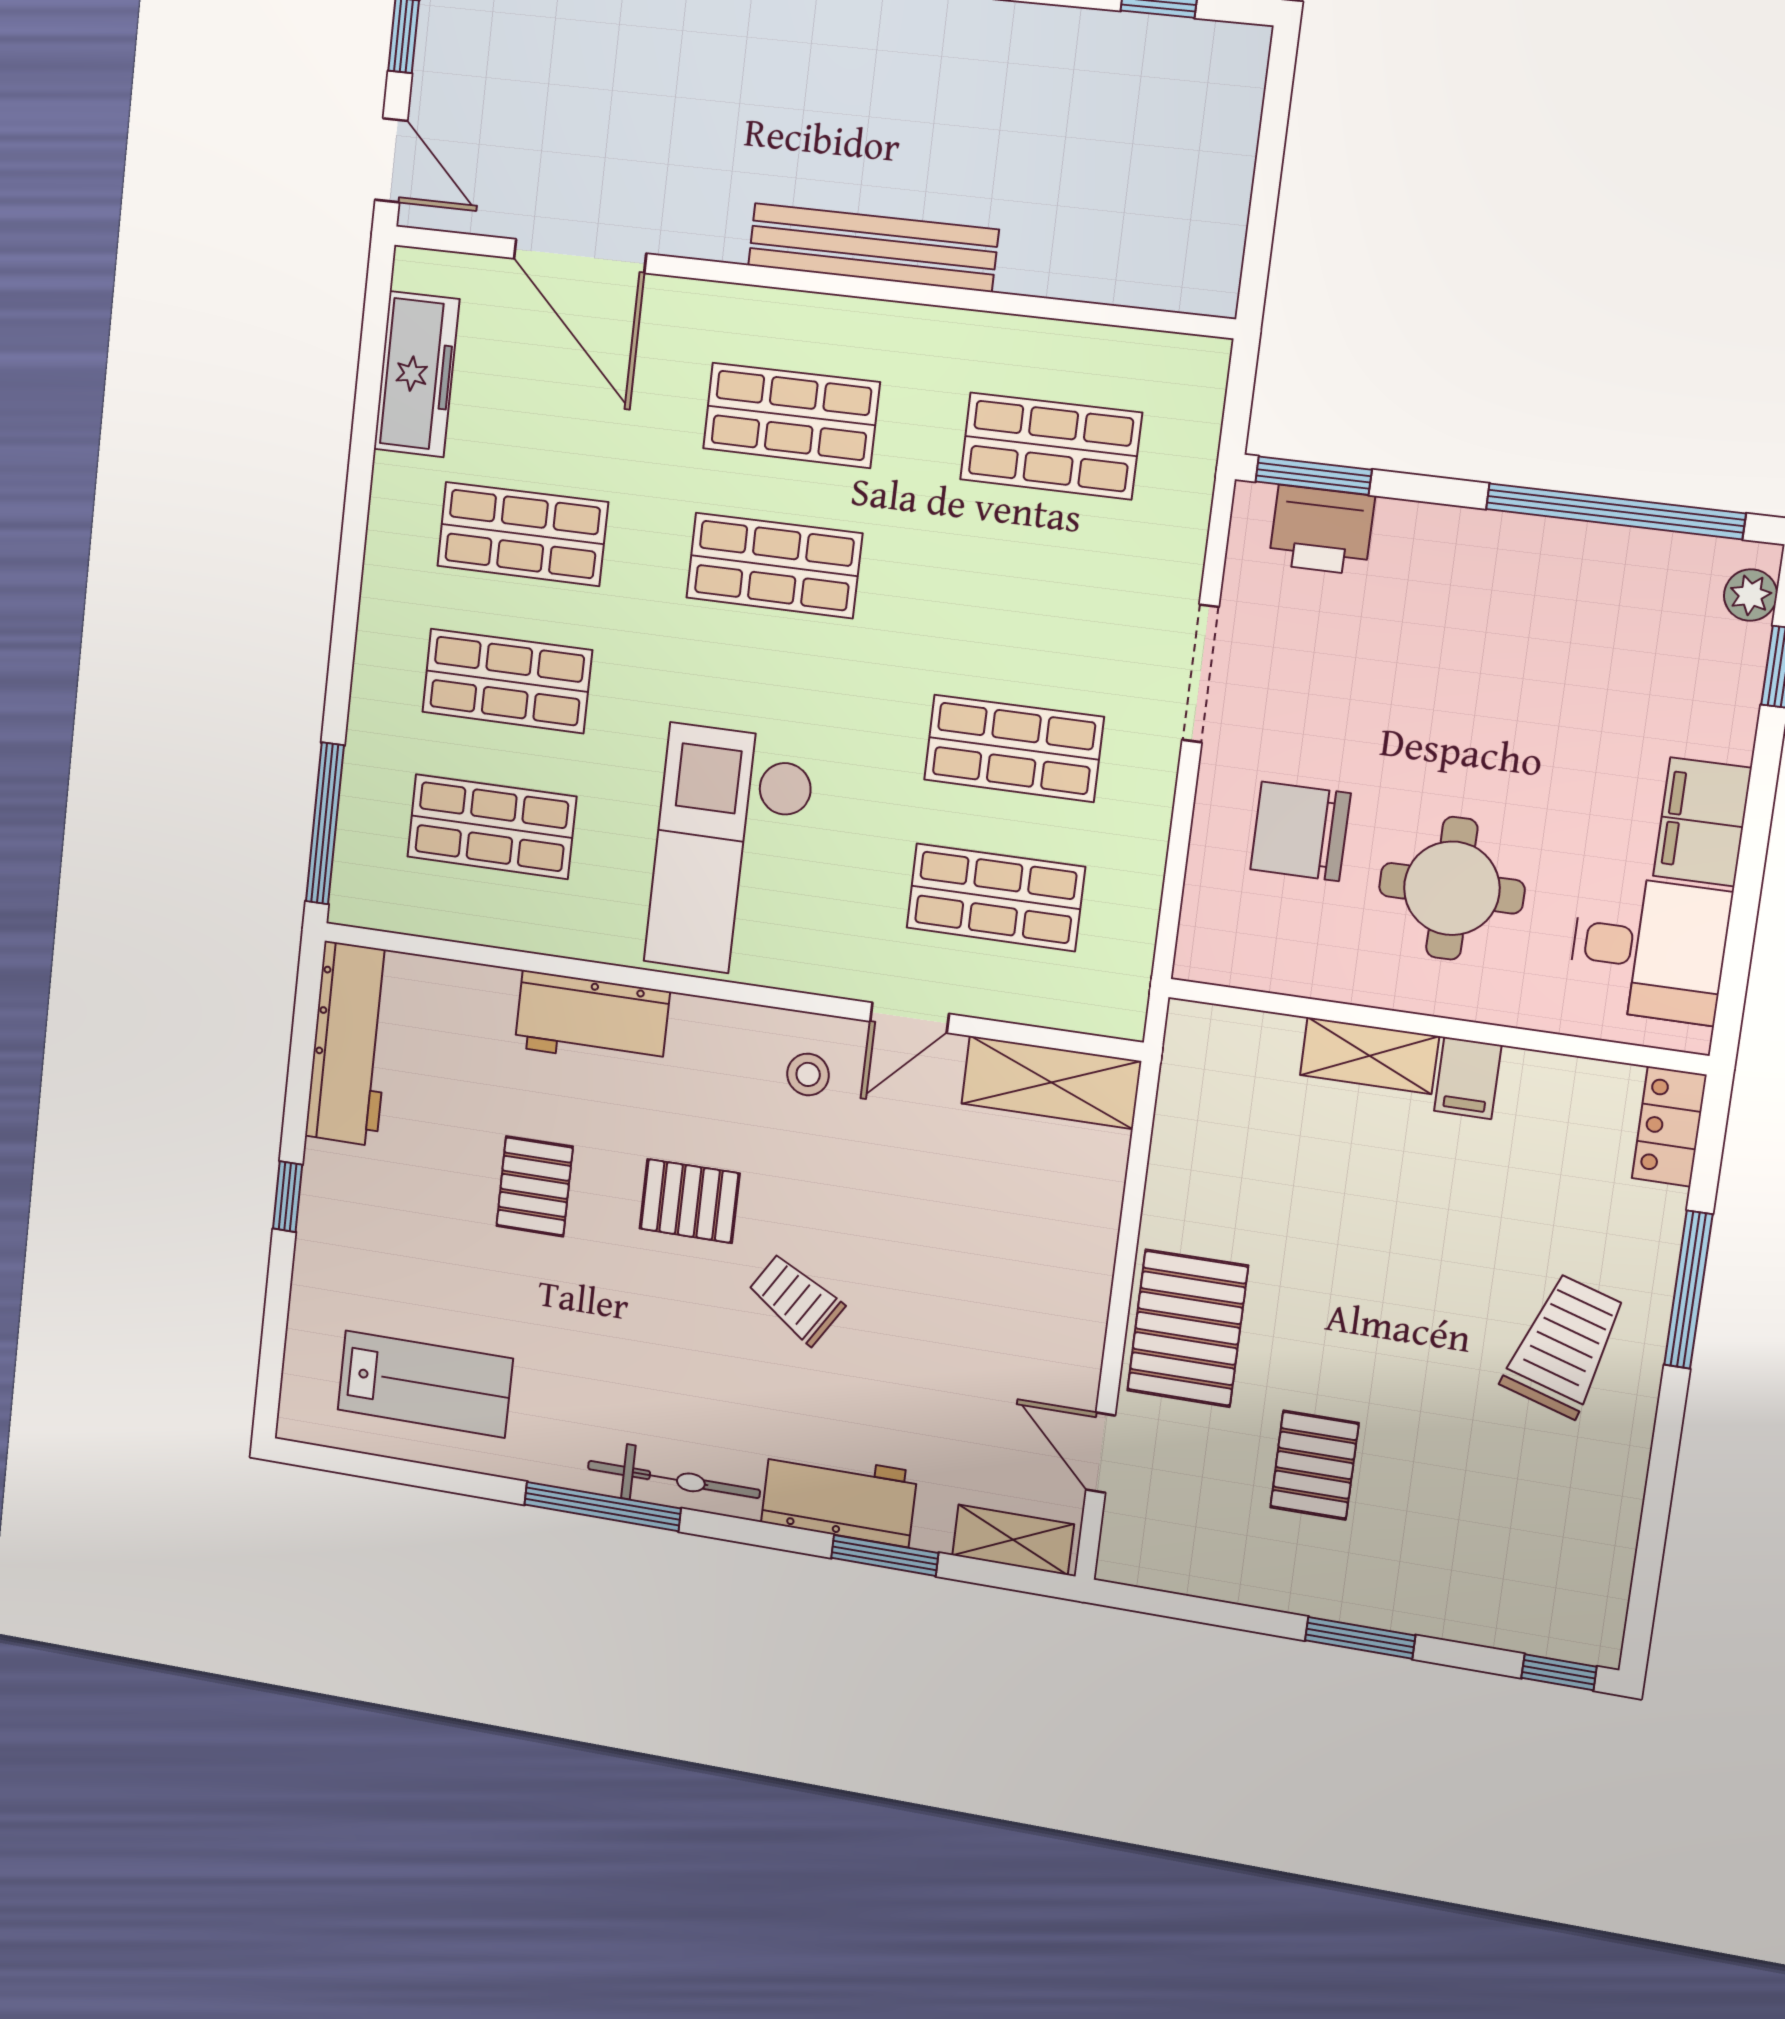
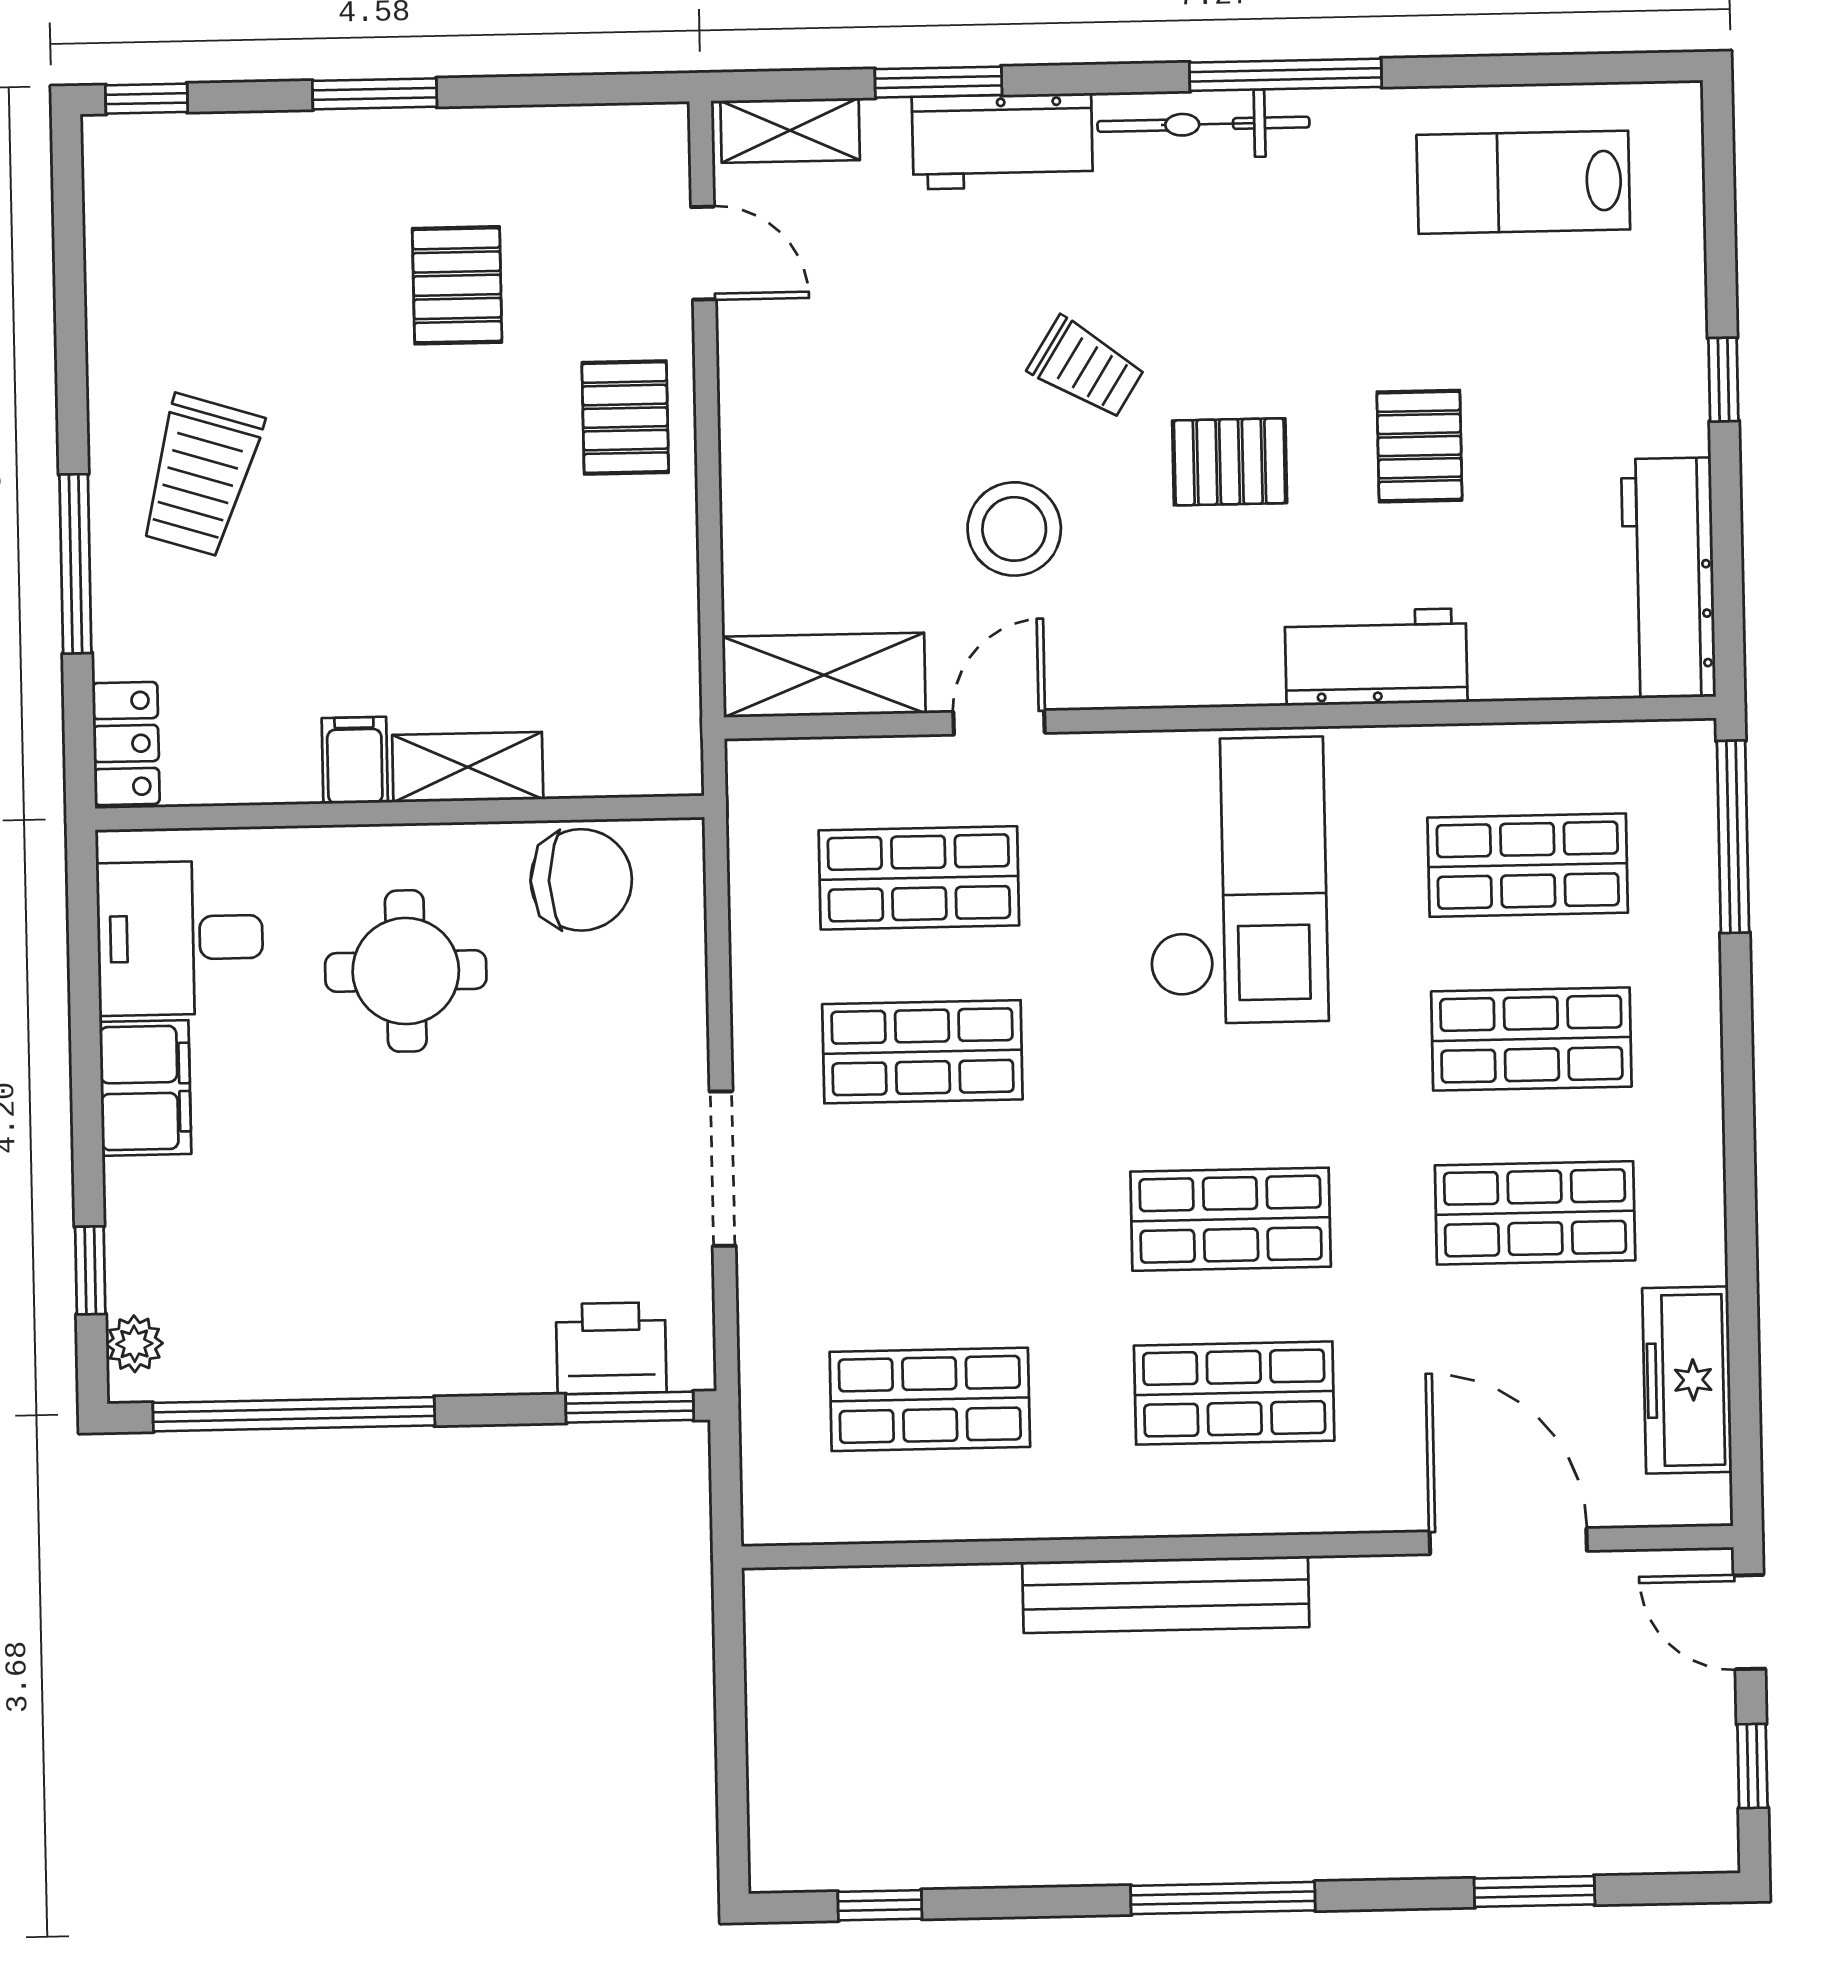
chair: (1300, 831) -> (581, 880), moved
stool: (808, 1074) -> (1014, 529), moved, width x1.89, depth x1.89
pallet: (1188, 1328) -> (625, 418), width x0.67, depth x0.71

